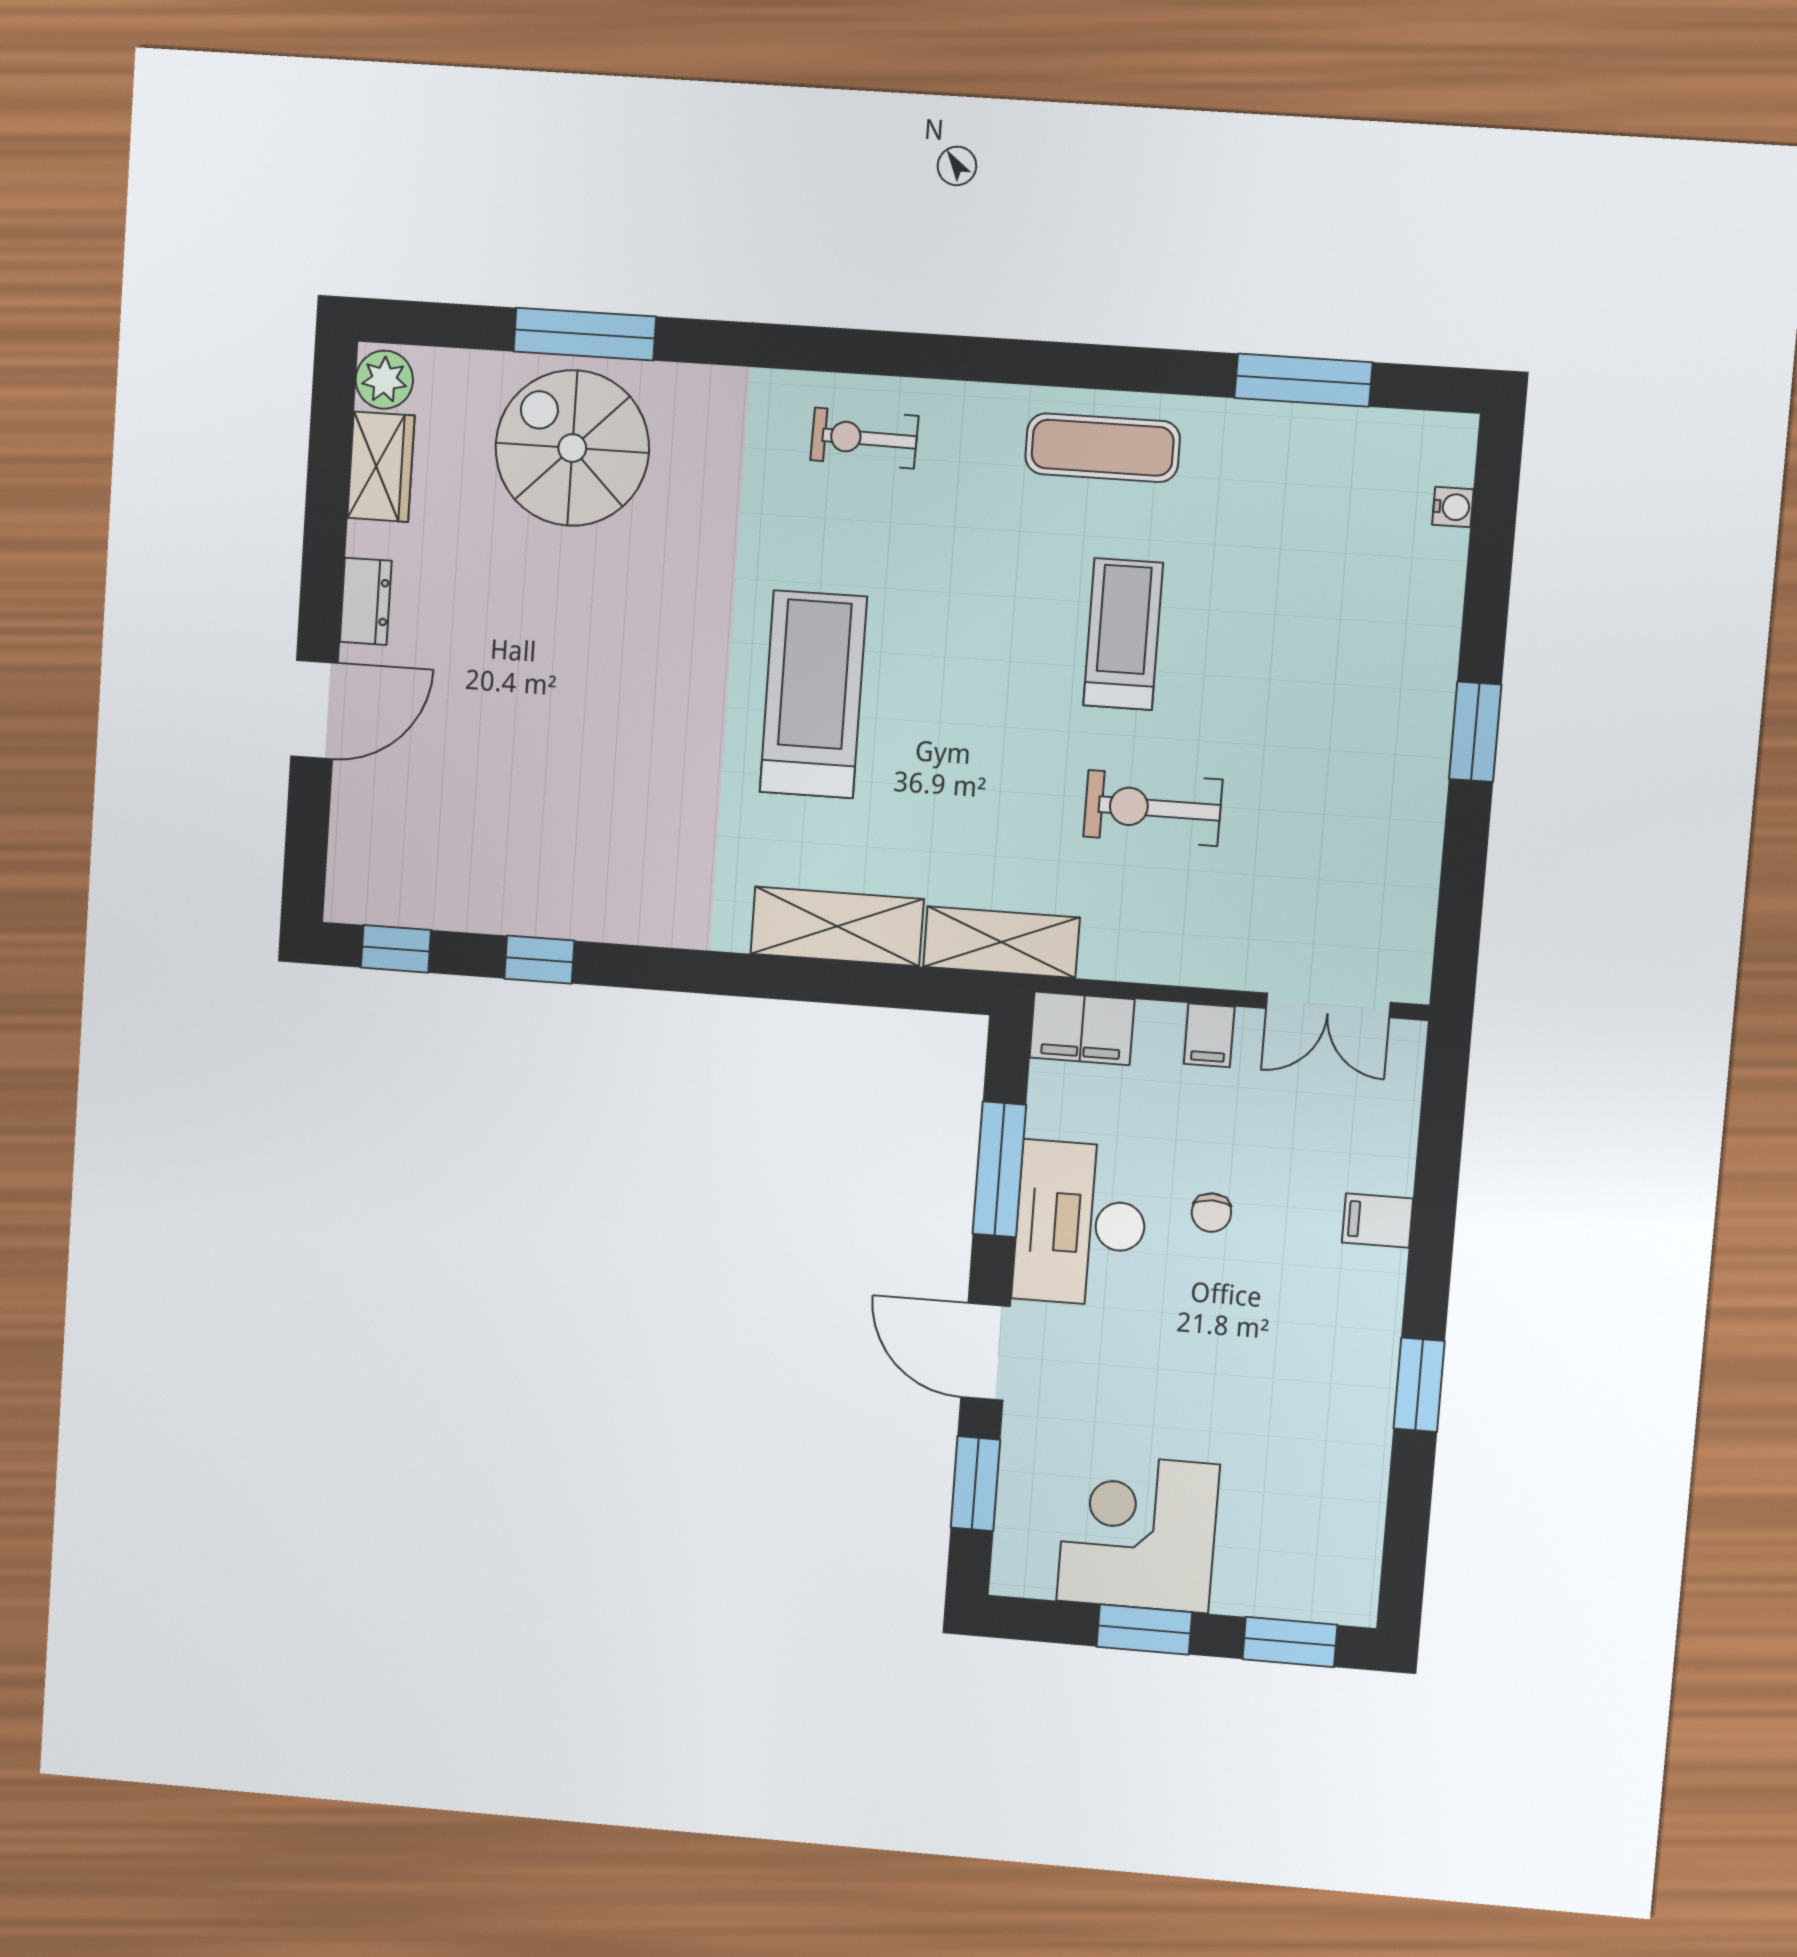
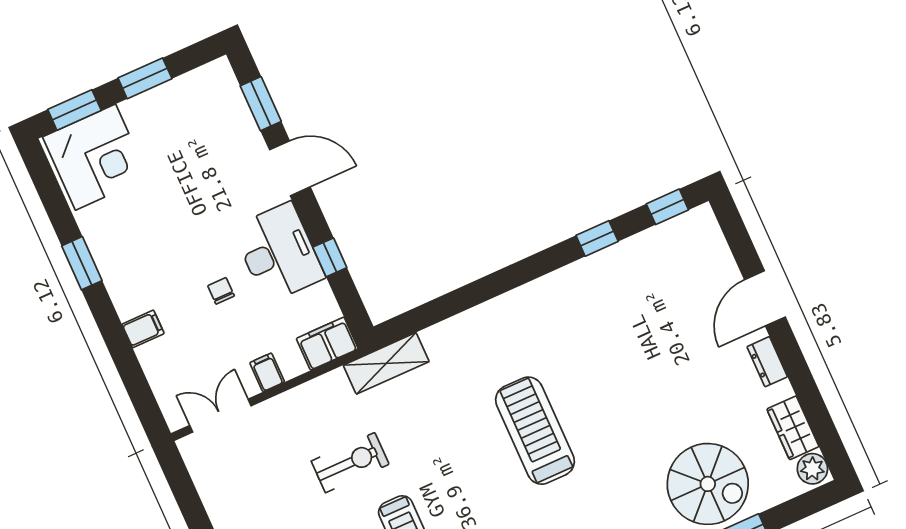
treadmill: (813, 694) -> (535, 431), turned 180
shelving: (837, 926) -> (466, 329), removed
window: (999, 1169) -> (330, 257), width x0.46
corner desk: (1138, 1533) -> (96, 157), moved

